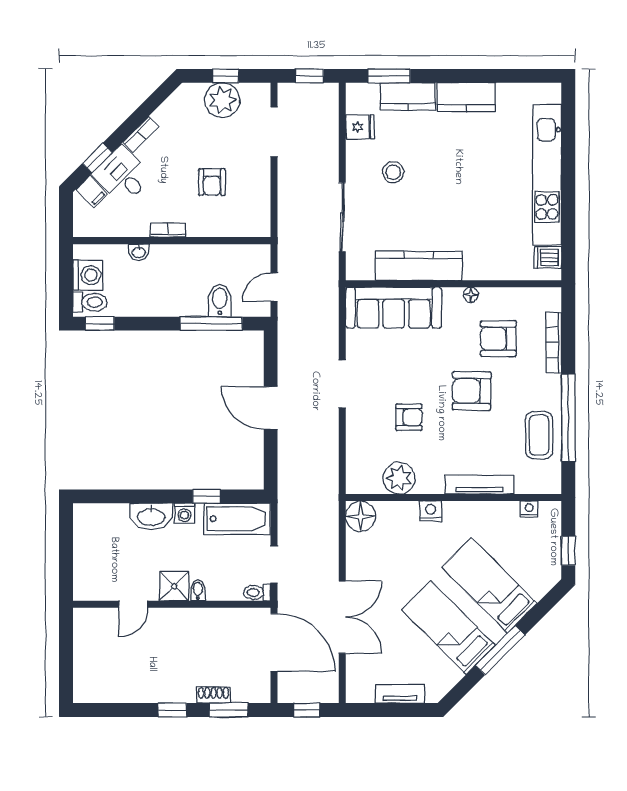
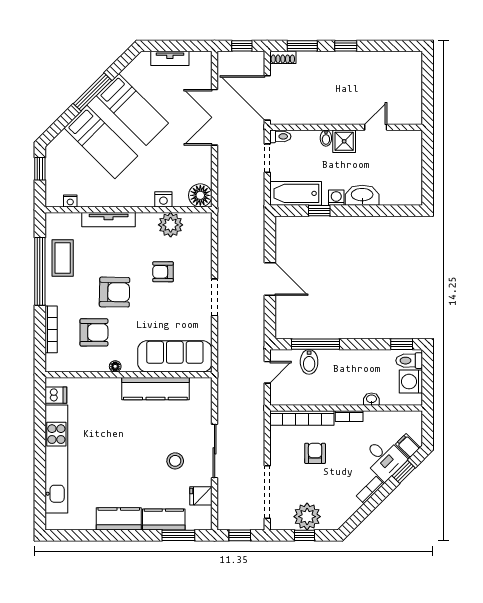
doorway: (274, 132) -> (267, 492), width x1.36
sliding door: (342, 217) -> (215, 451), moved
bookcase: (229, 228) -> (302, 418), added
nightstand: (431, 511) -> (163, 199), moved
shoe rack: (213, 695) -> (283, 57), moved

